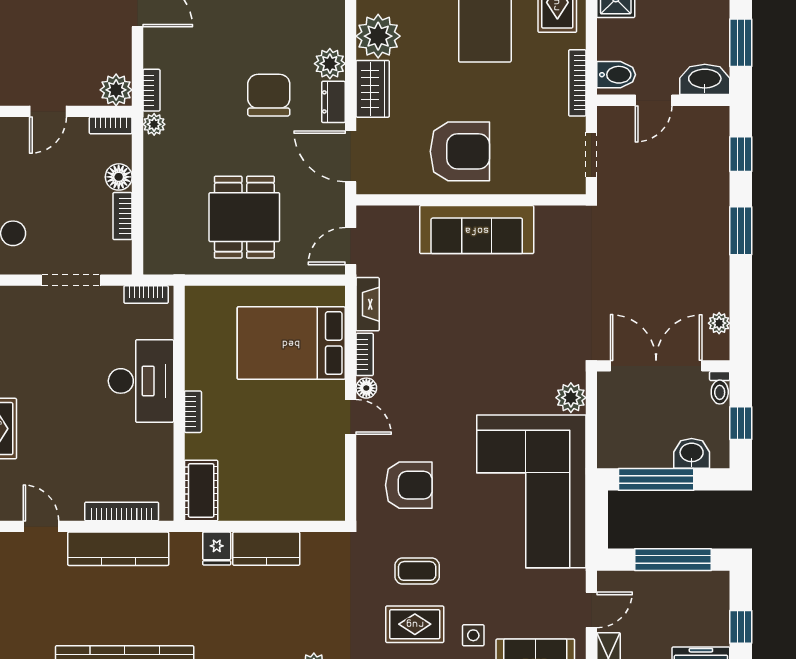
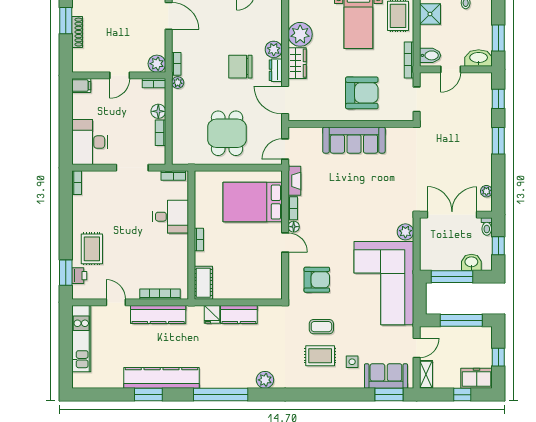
chair: (269, 95) -> (240, 67), turned -90
armchair: (460, 151) -> (362, 93), moved
desk: (141, 381) -> (171, 217), width x0.73

